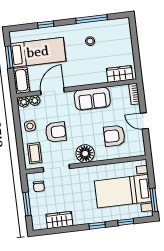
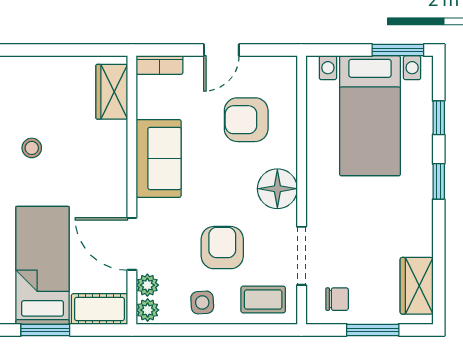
armchair: (114, 136) -> (246, 120), turned 90
wardrobe: (59, 220) -> (417, 286), moved

